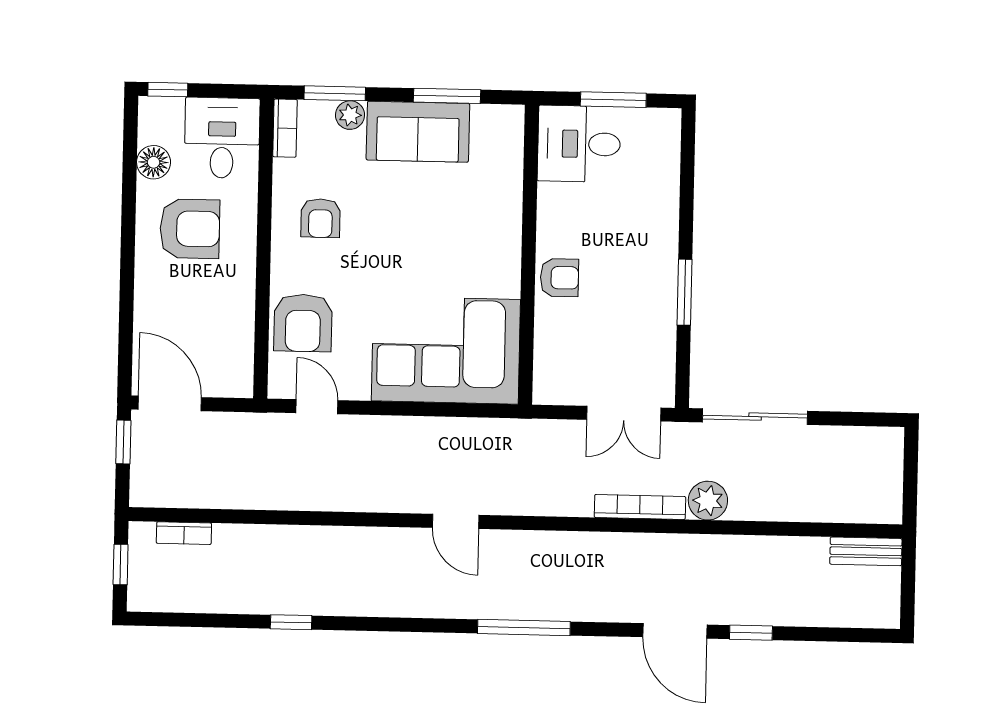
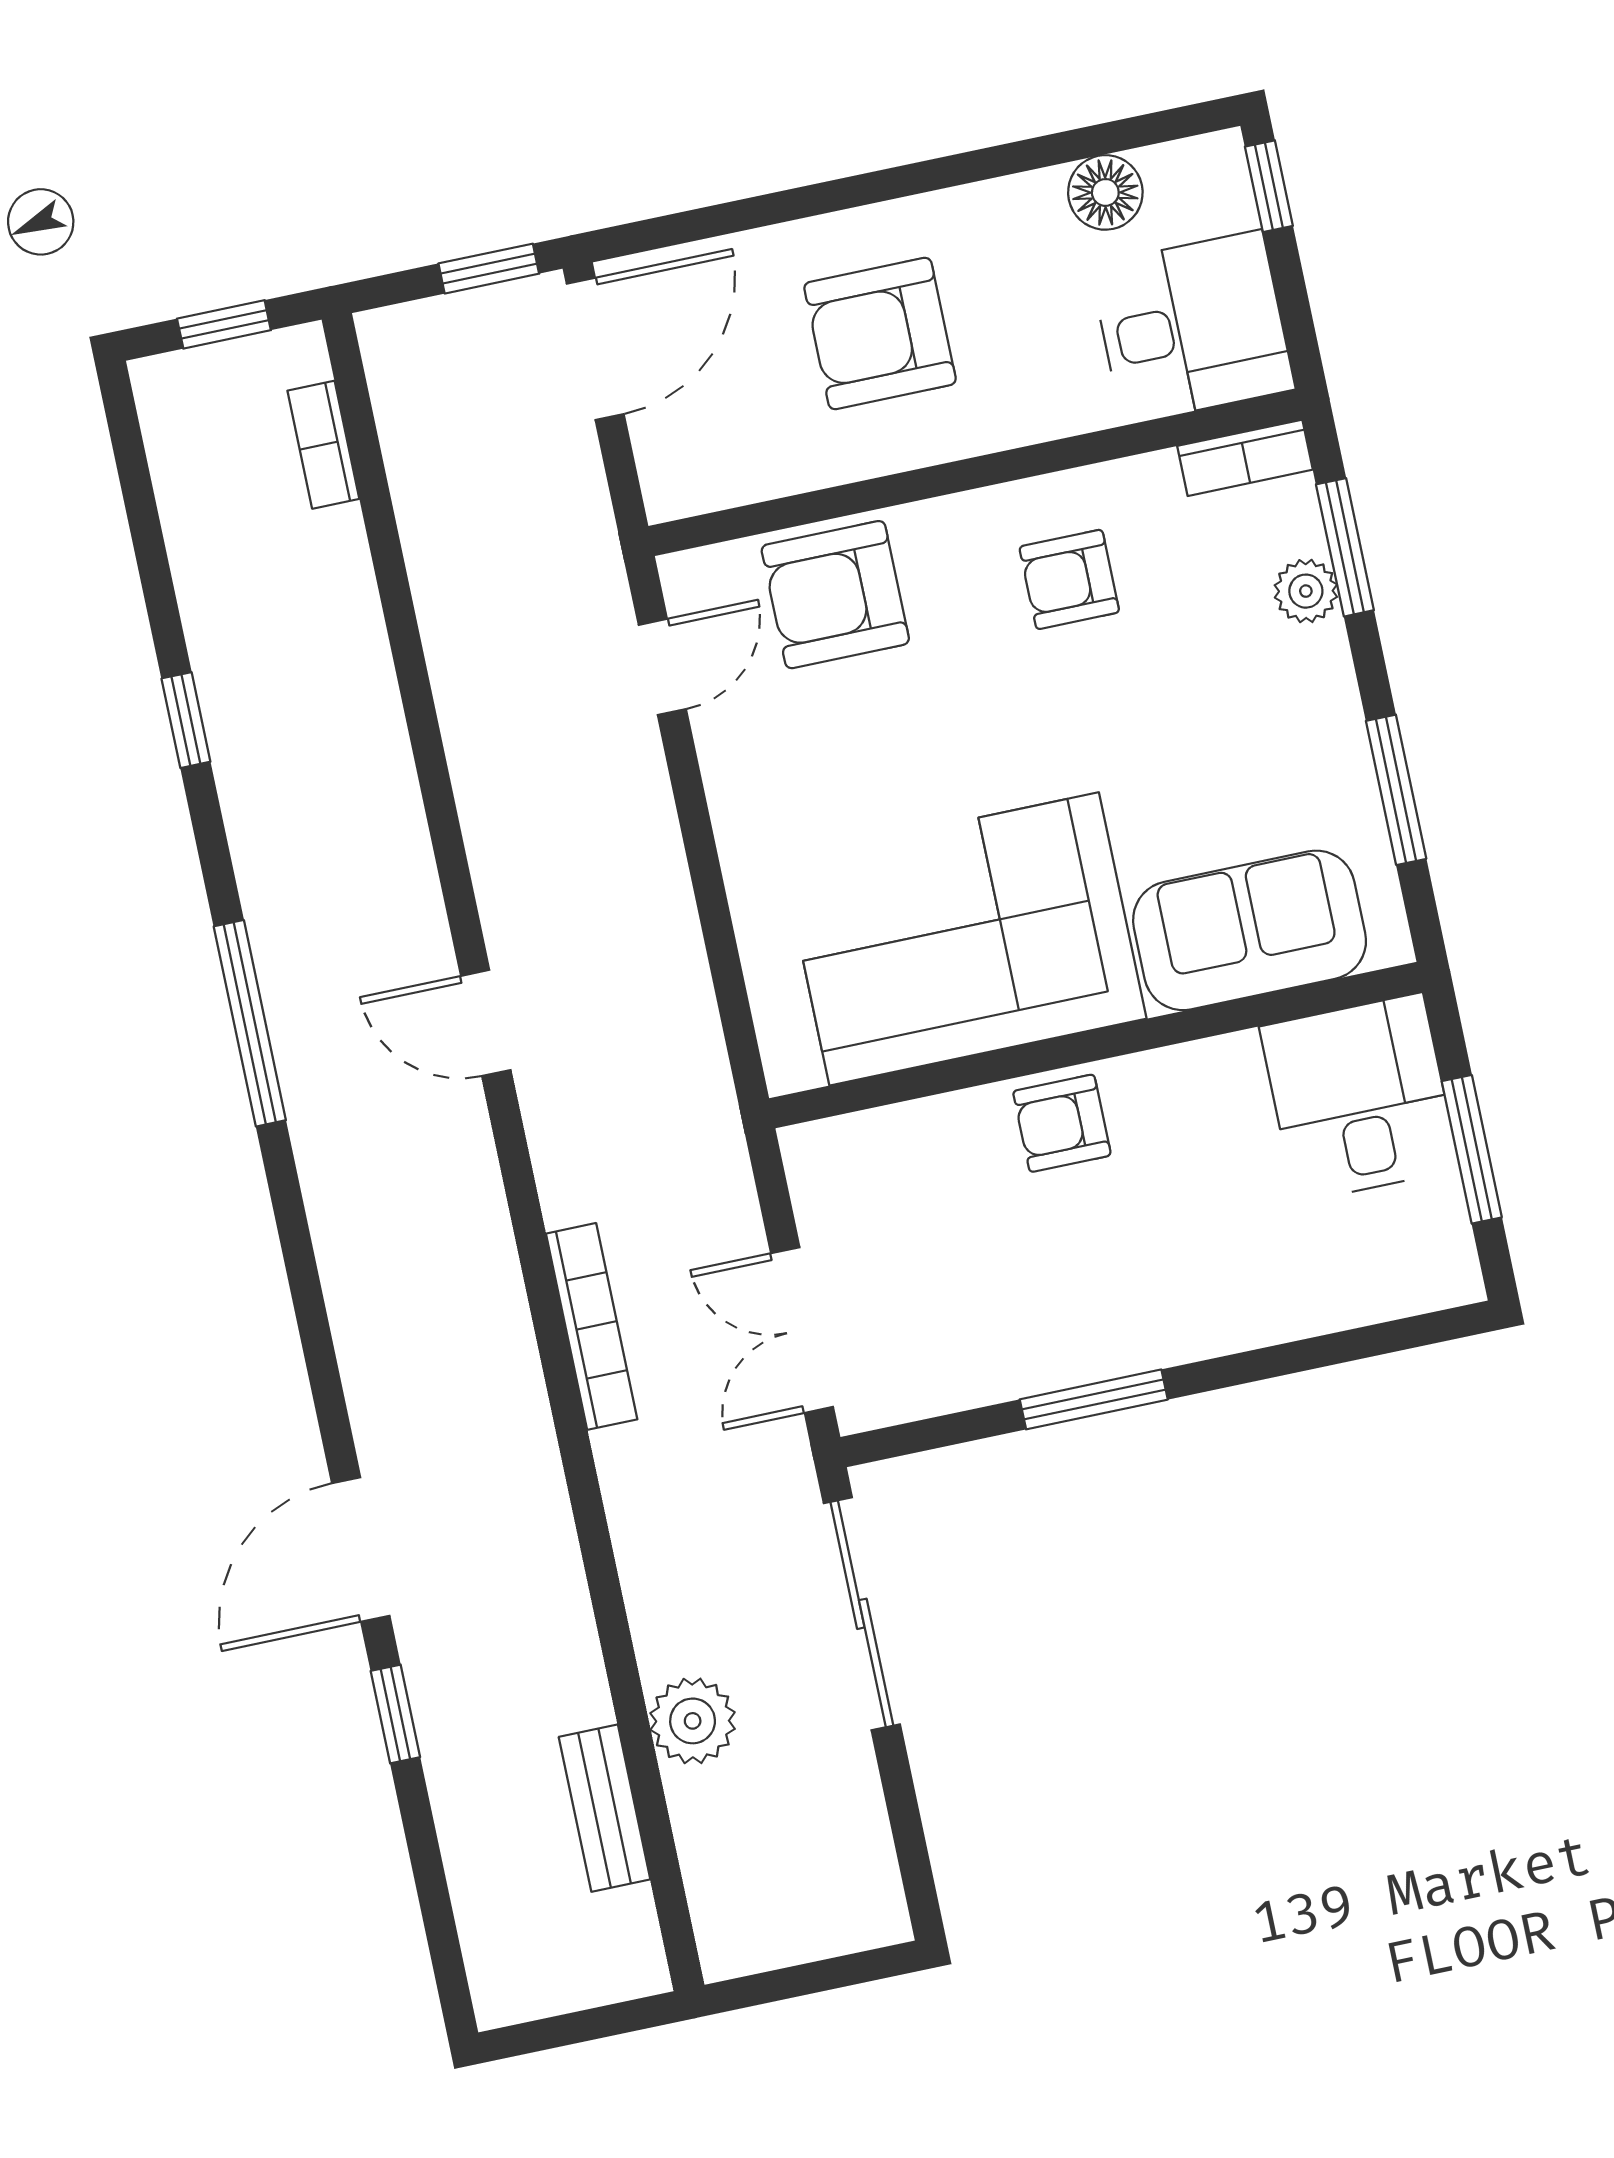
sofa: (418, 132) -> (1250, 930), moved, turned 90
armchair: (190, 229) -> (880, 334), moved, turned 90
armchair: (559, 278) -> (1062, 1123), turned 90
corner sofa: (446, 350) -> (964, 939), moved, turned -90
plant: (708, 501) -> (693, 1721), moved
bookcase: (640, 507) -> (592, 1326), moved
door: (456, 521) -> (486, 1023), hinge flipped
bench: (866, 551) -> (605, 1808), moved
window: (524, 628) -> (250, 1023), moved

